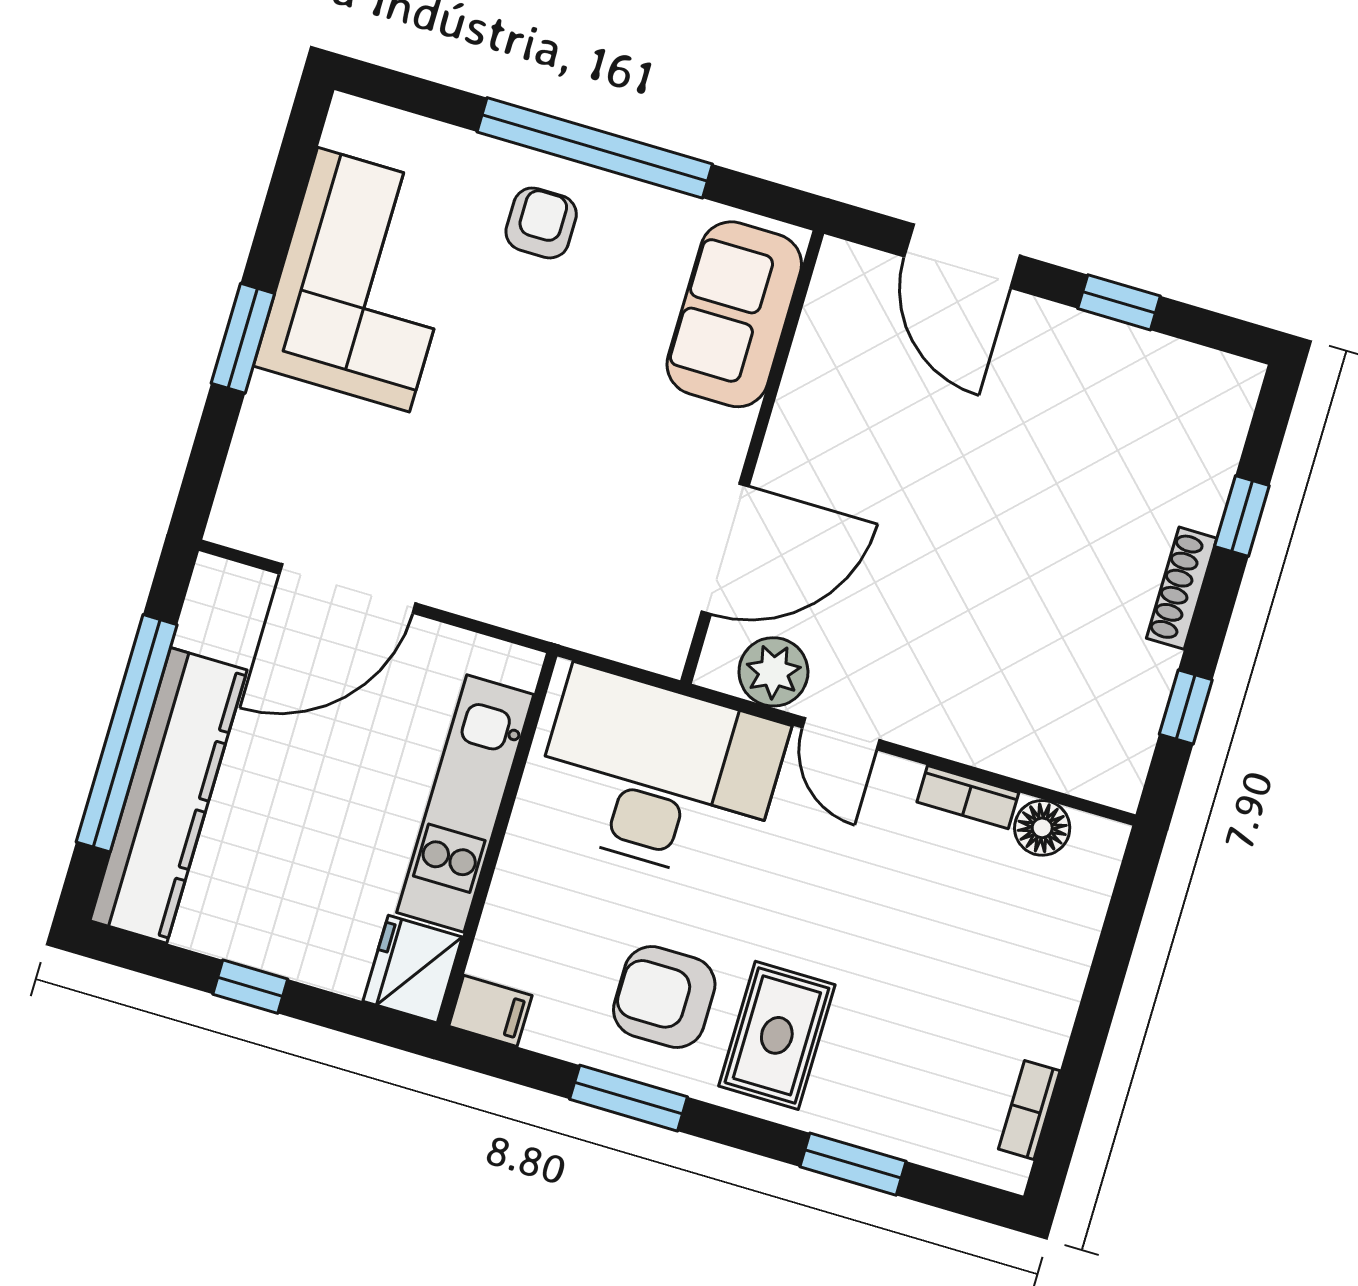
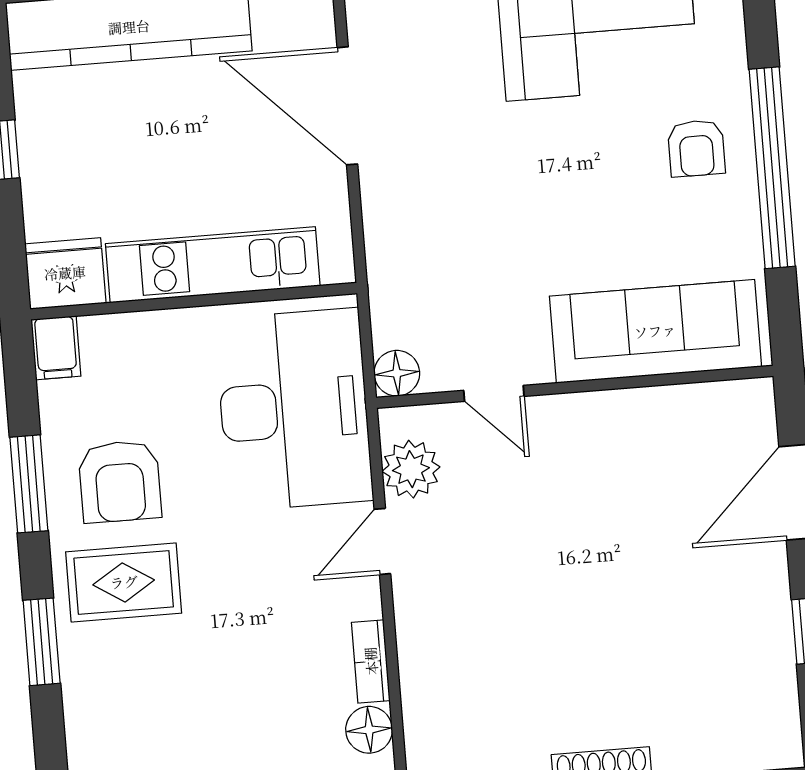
armchair: (541, 223) -> (696, 148), turned 90
sofa: (734, 314) -> (655, 331), width x1.36
door: (725, 549) -> (494, 393), width x0.53
floor lamp: (662, 647) -> (397, 373), added
armchair: (664, 997) -> (120, 481), turned 180
window: (853, 1164) -> (42, 642), moved

